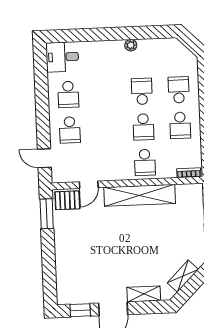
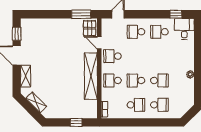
window: (41, 71) -> (176, 14), added
school desk: (180, 125) -> (136, 105), turned 180
school desk: (108, 164) -> (112, 56), added

